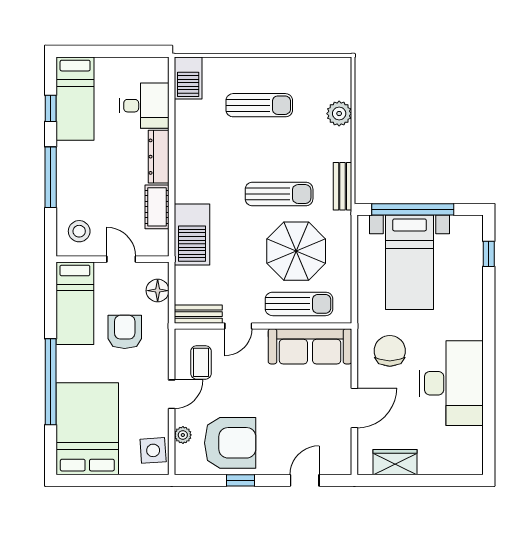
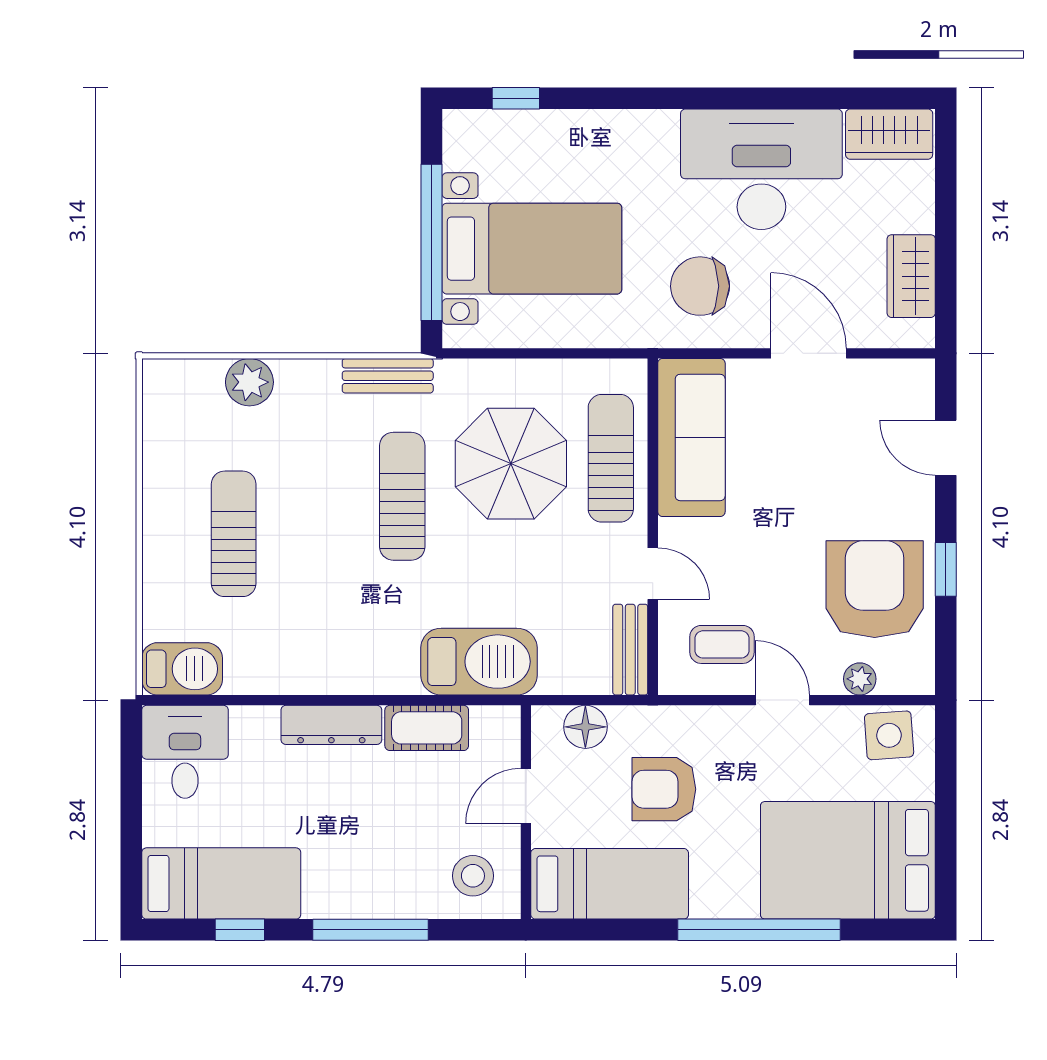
desk: (144, 106) -> (185, 752), moved
wardrobe: (470, 450) -> (889, 134), added

